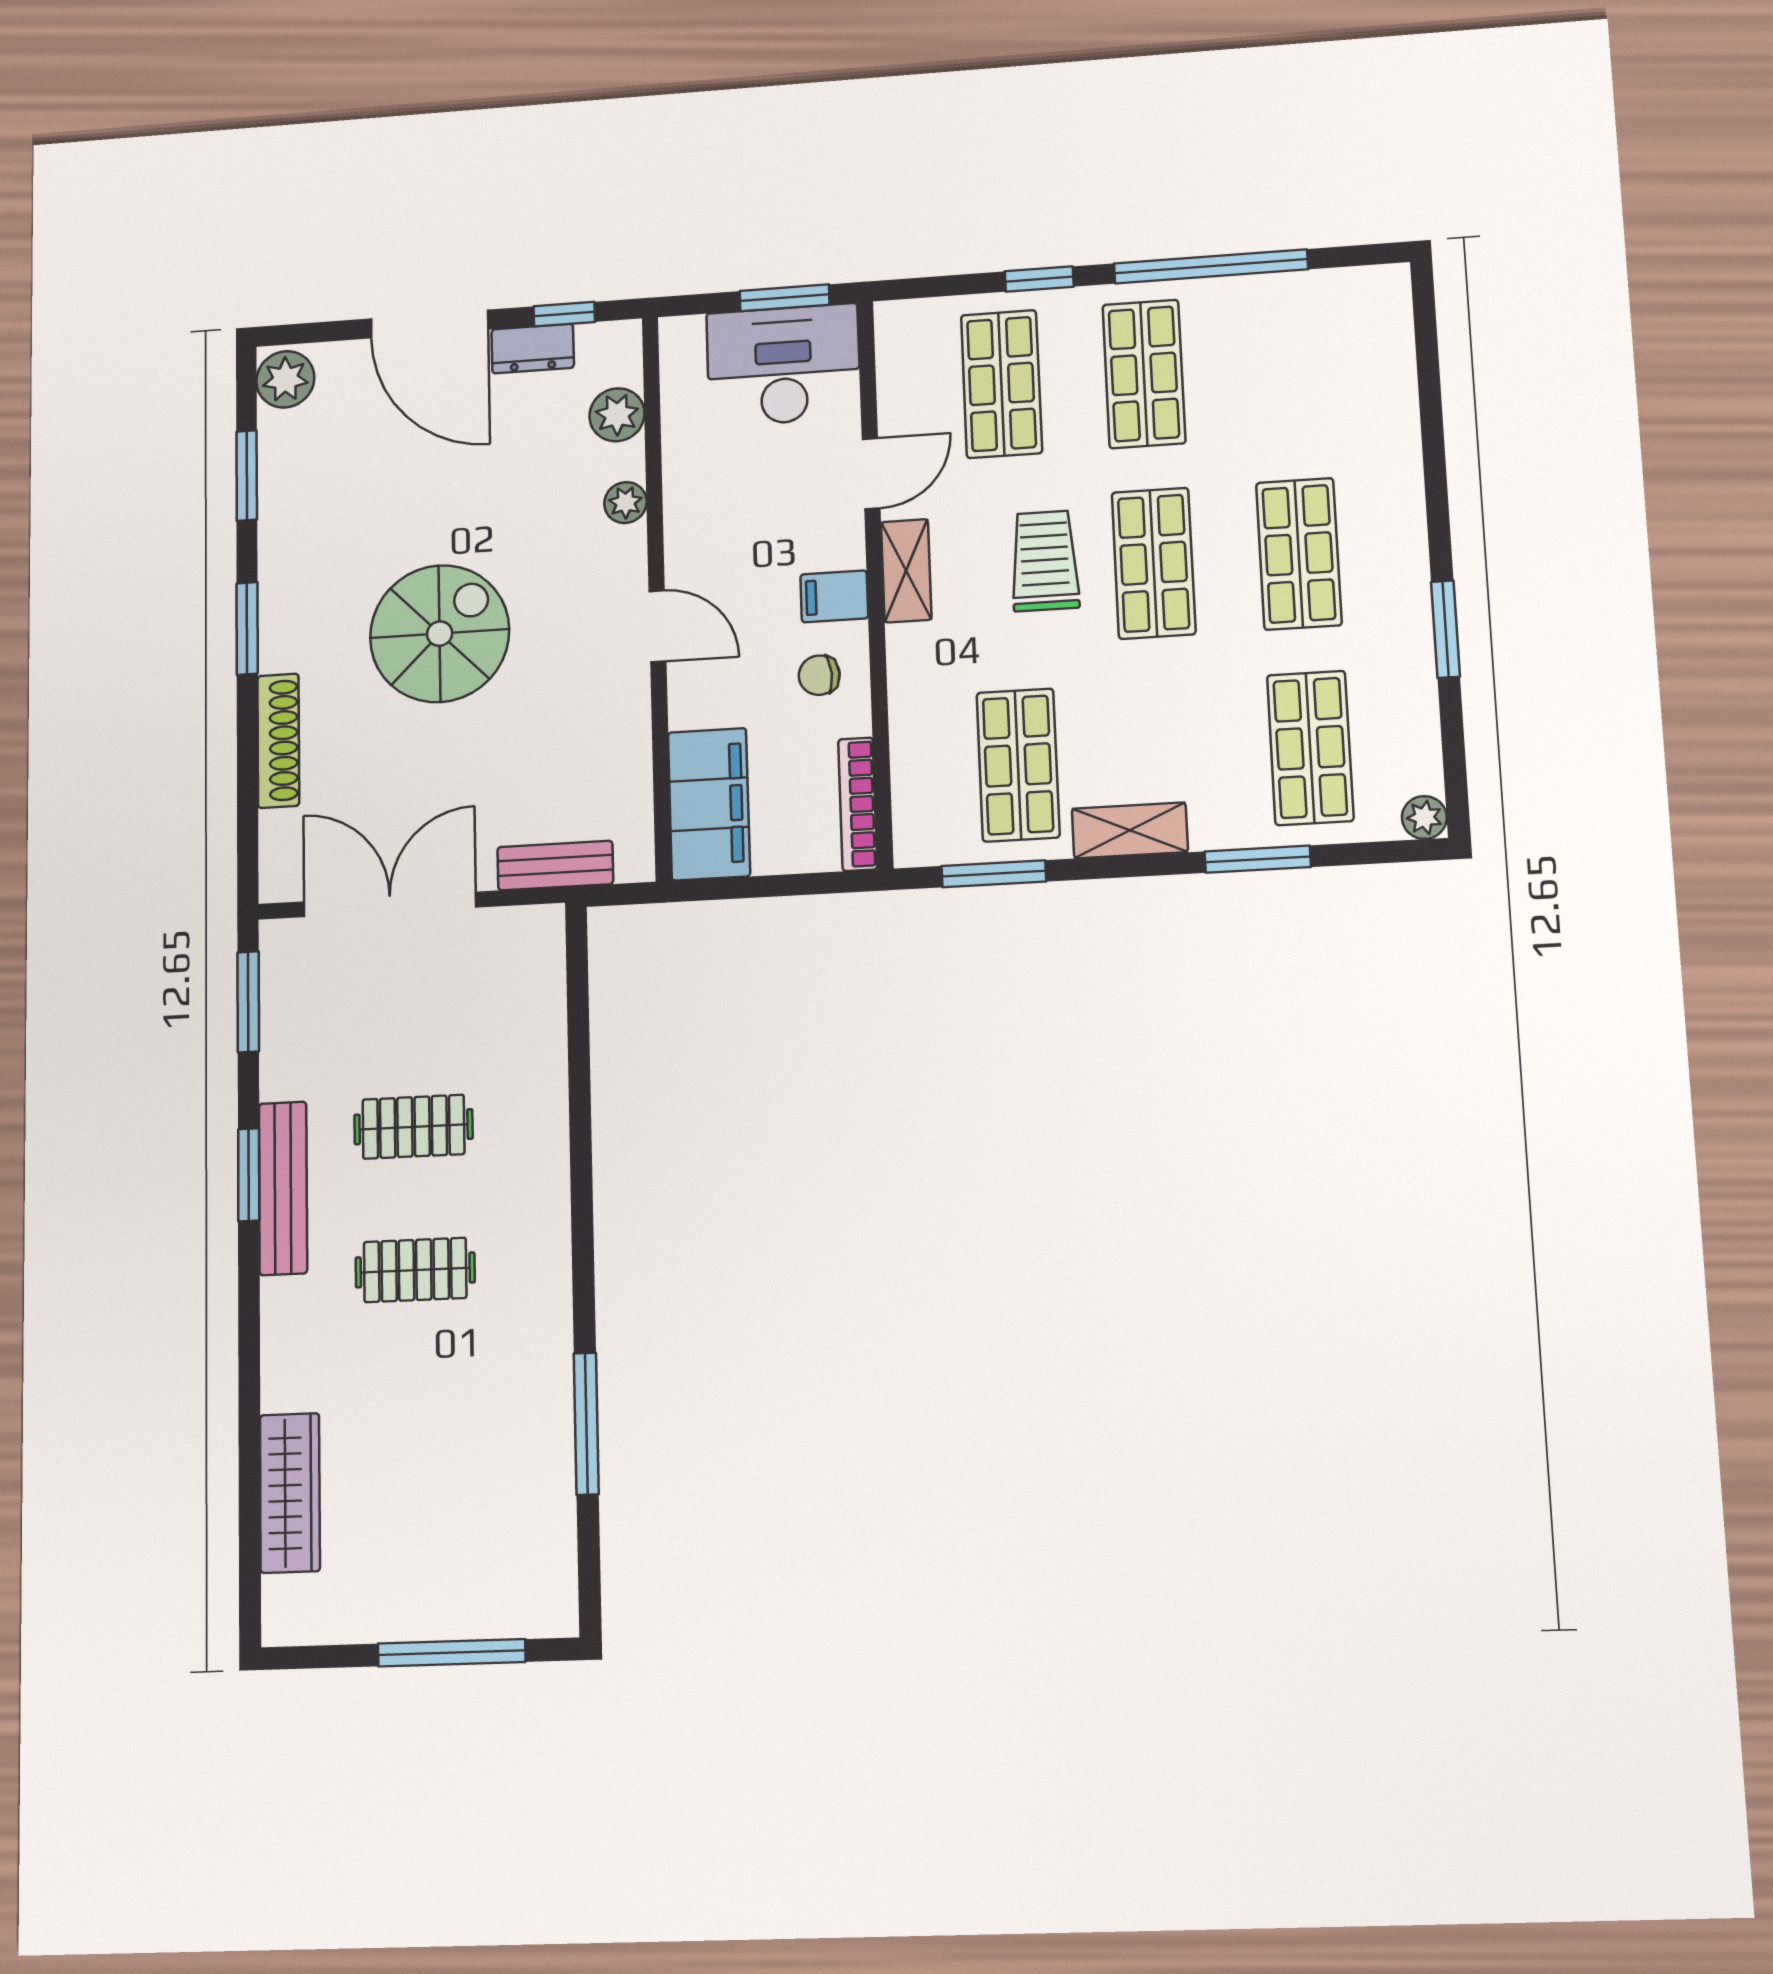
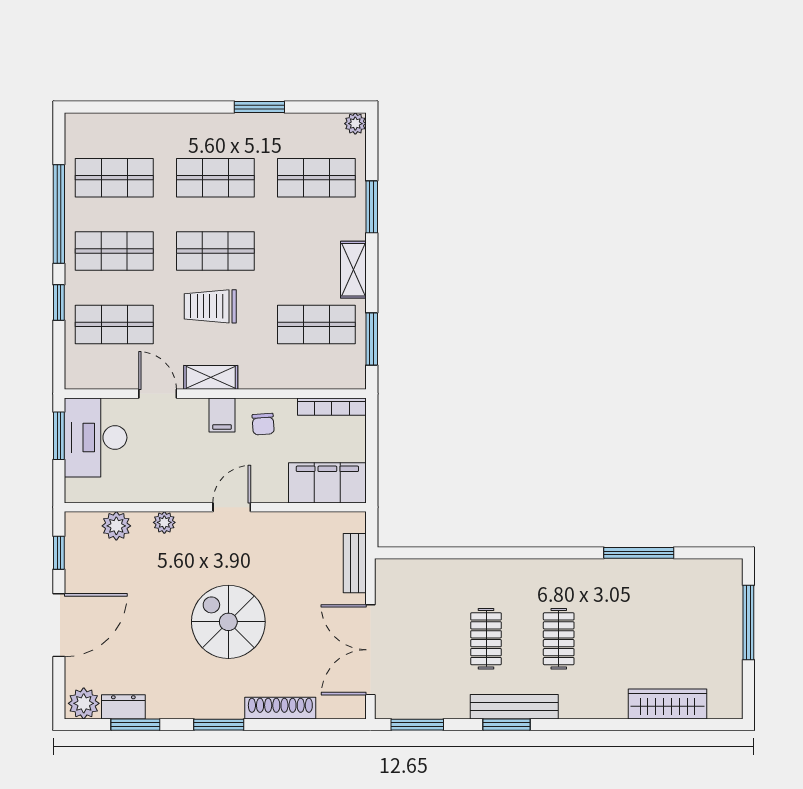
dresser: (533, 349) -> (123, 707), moved, turned -90
shop shelf: (1288, 364) -> (114, 178), added

